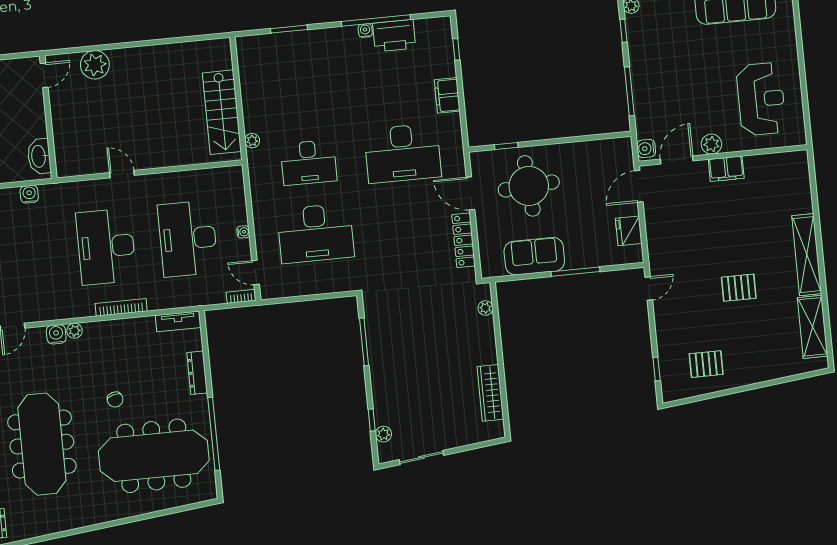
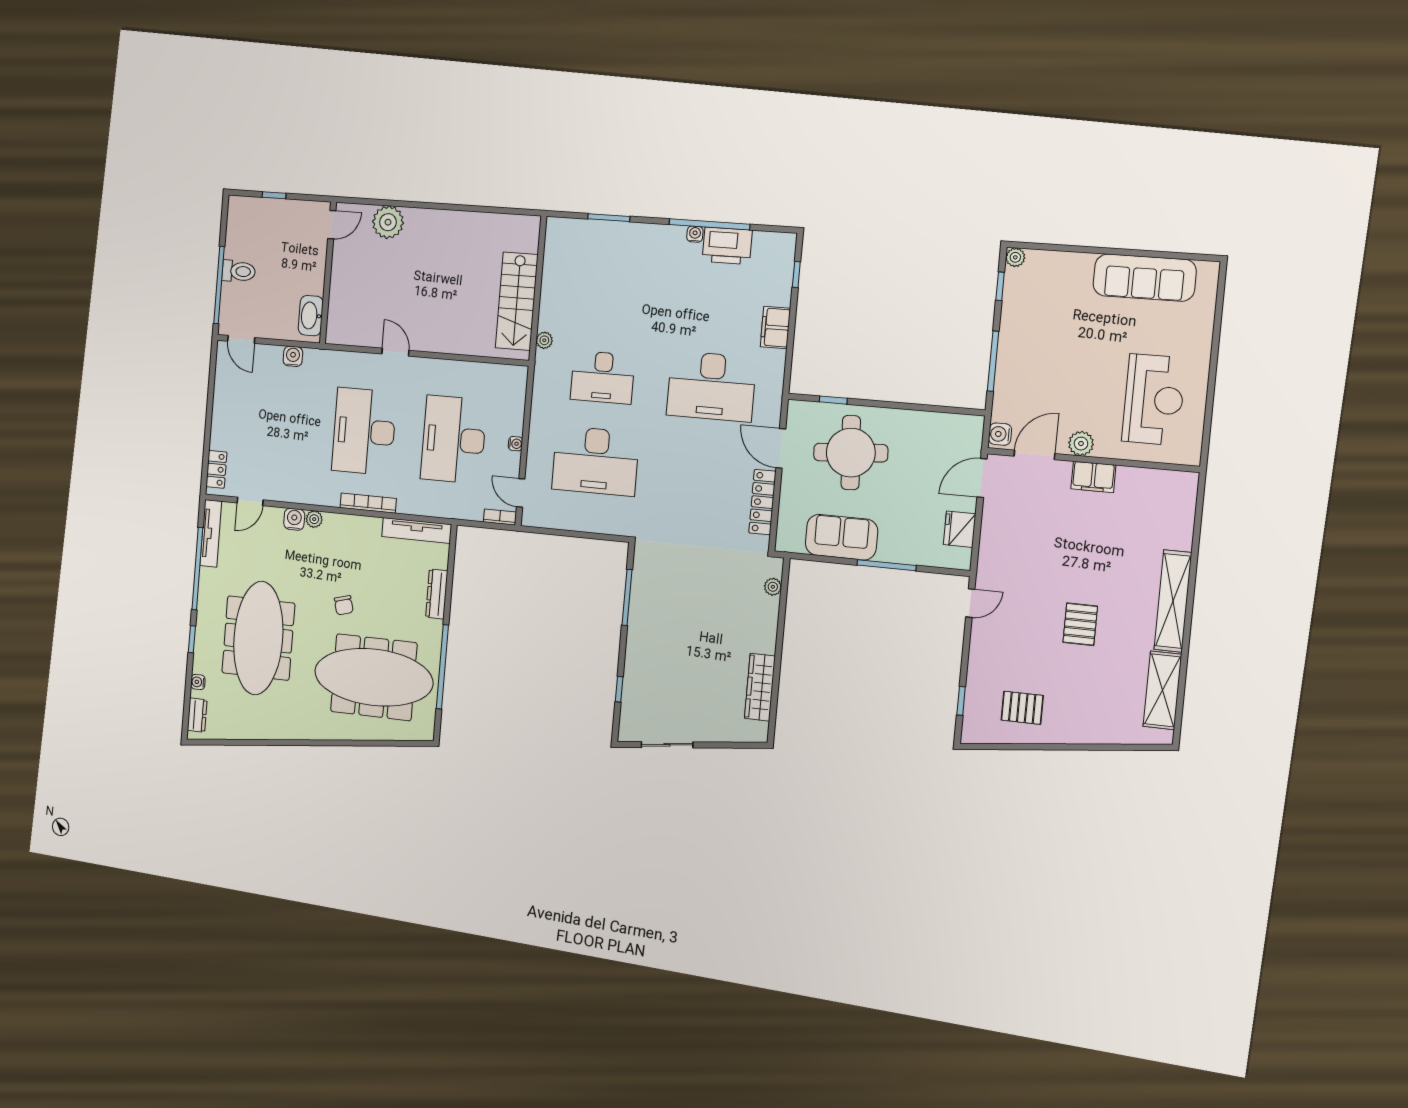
pallet: (739, 288) -> (1080, 624), turned 90
tv unit: (178, 321) -> (417, 531), width x1.41
plant: (383, 434) -> (629, 708), removed

